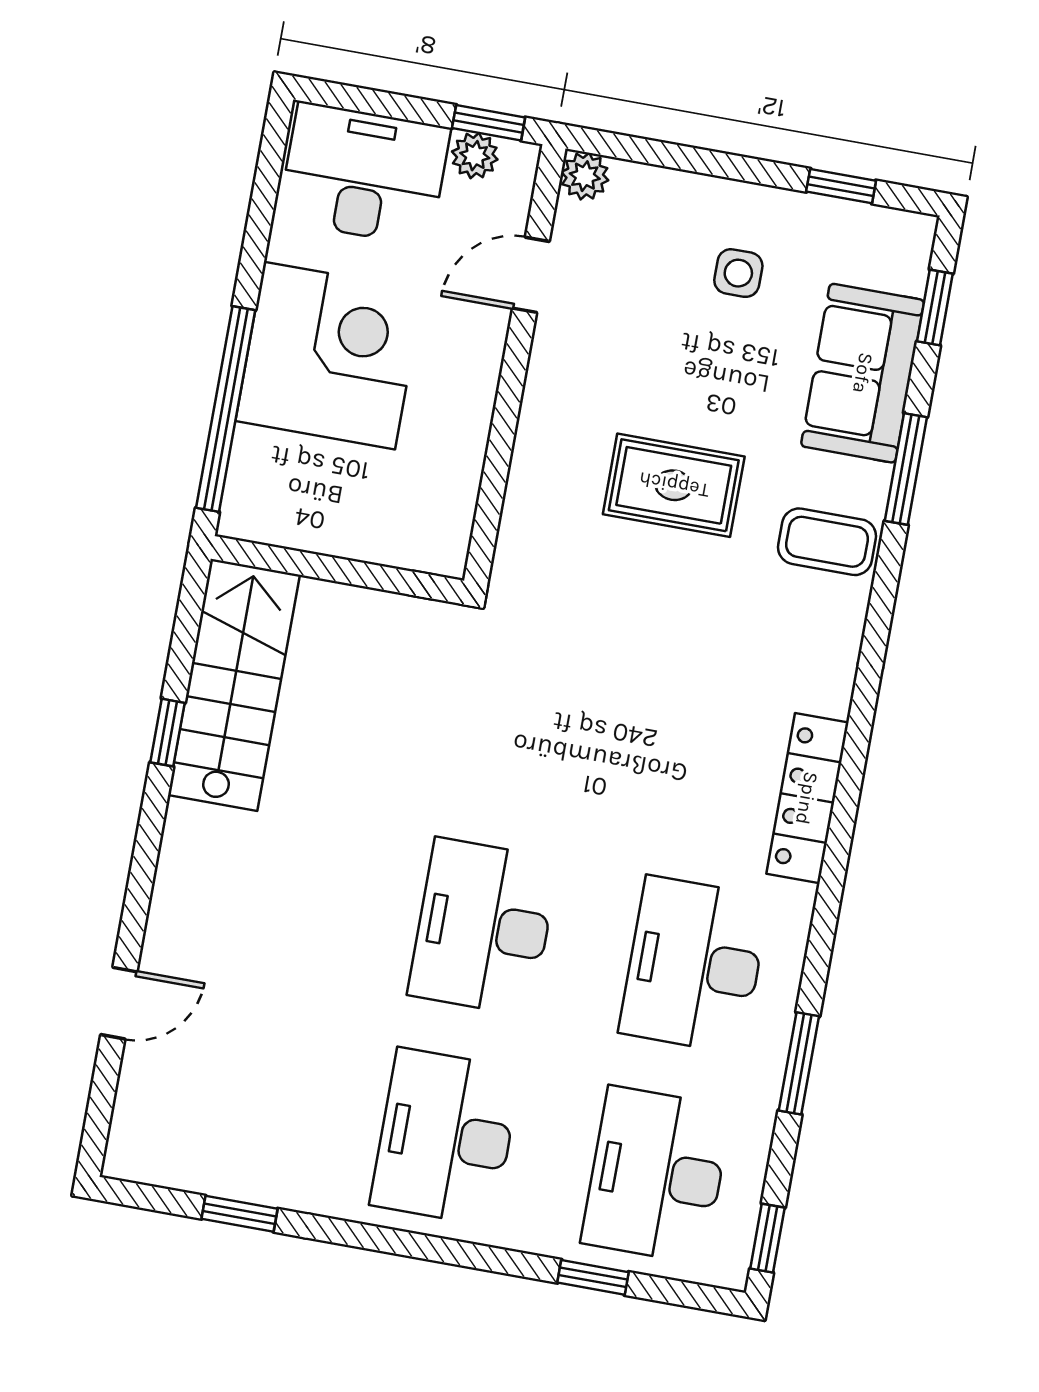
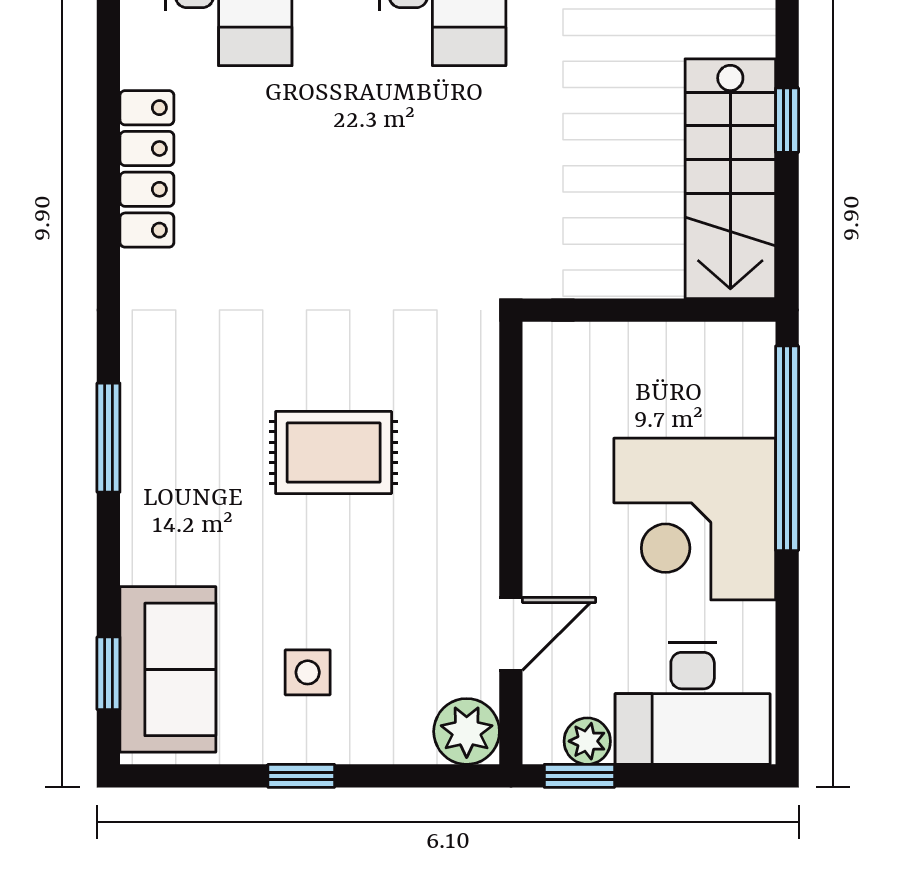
plant: (585, 176) -> (467, 731), width x1.38, depth x1.38
window: (841, 186) -> (301, 776), moved
sofa: (863, 373) -> (168, 669), moved
window: (906, 469) -> (108, 438), moved
coffee table: (827, 542) -> (173, 424), removed

